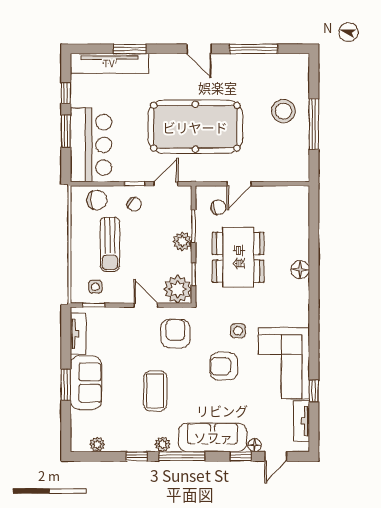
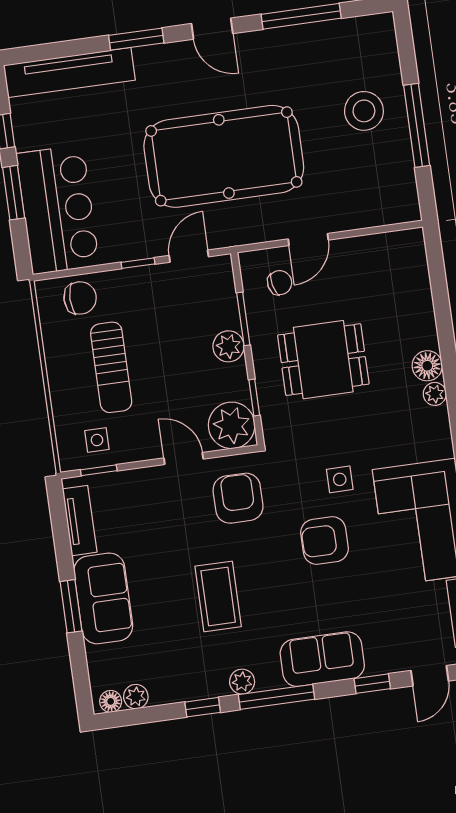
window: (130, 49) -> (136, 39), moved
chair: (134, 204) -> (142, 297), removed
dining table: (238, 257) -> (323, 360), width x0.73
plant: (302, 287) -> (435, 394), added
sofa: (213, 437) -> (322, 659), width x0.73
floor lamp: (255, 445) -> (111, 701), moved

